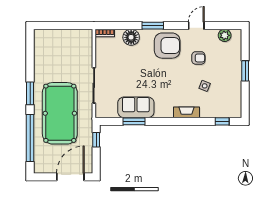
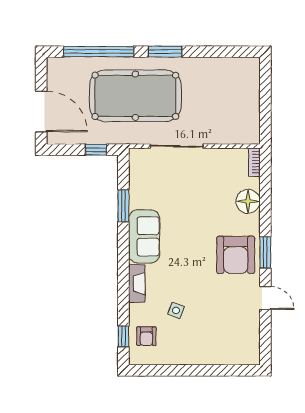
window: (153, 26) -> (265, 252), moved
plant: (225, 35) -> (251, 340), removed
armchair: (198, 58) -> (146, 336), moved
window: (245, 71) -> (198, 370), removed
sofa: (136, 107) -> (144, 236), moved

